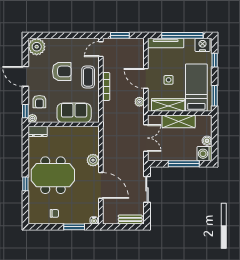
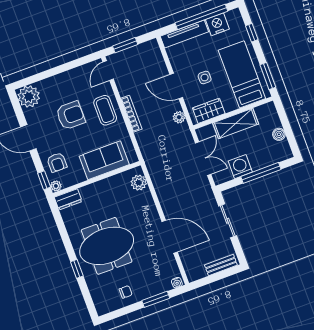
nightstand: (203, 45) -> (217, 24), moved
wardrobe: (168, 105) -> (209, 111), width x0.67
washing machine: (204, 154) -> (240, 167), moved, turned 90
plant: (93, 160) -> (139, 183), moved

